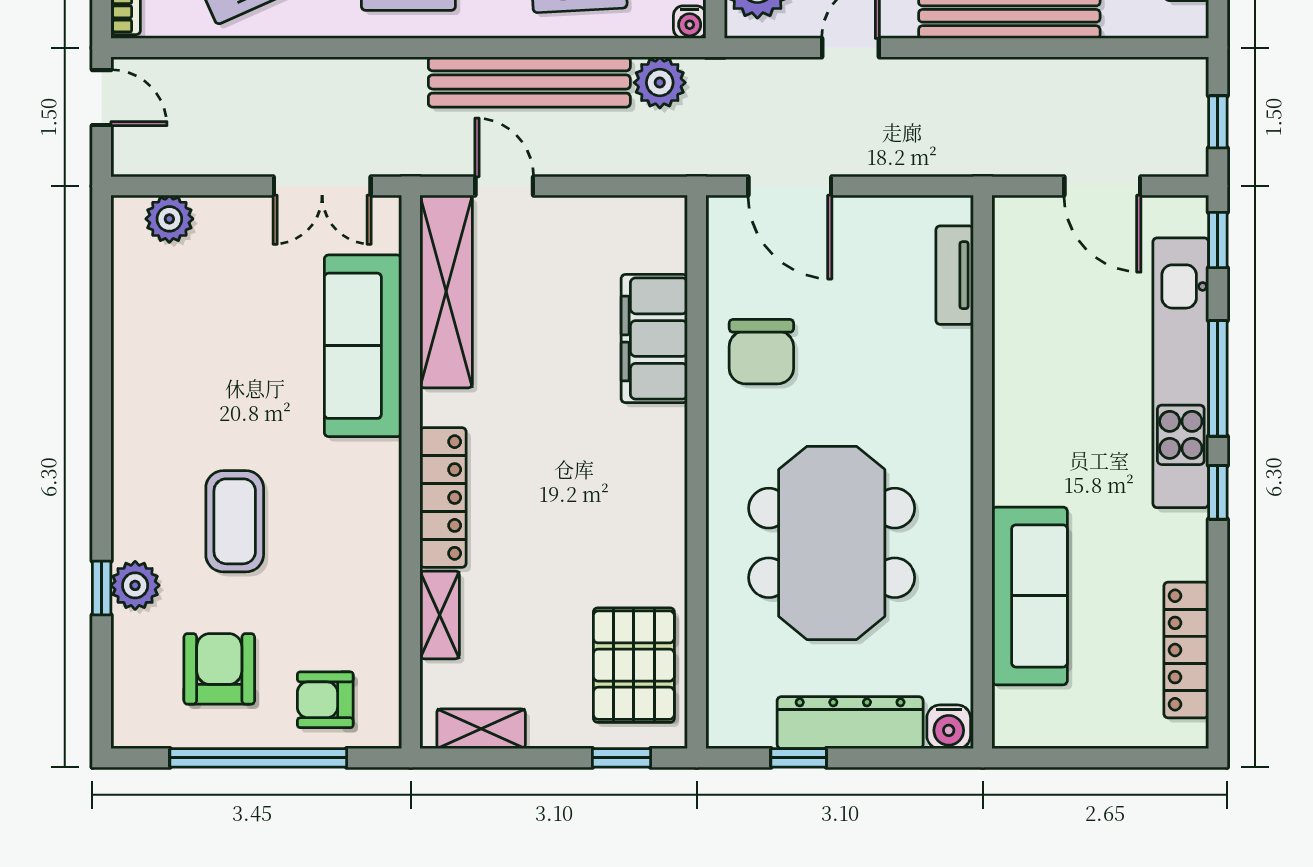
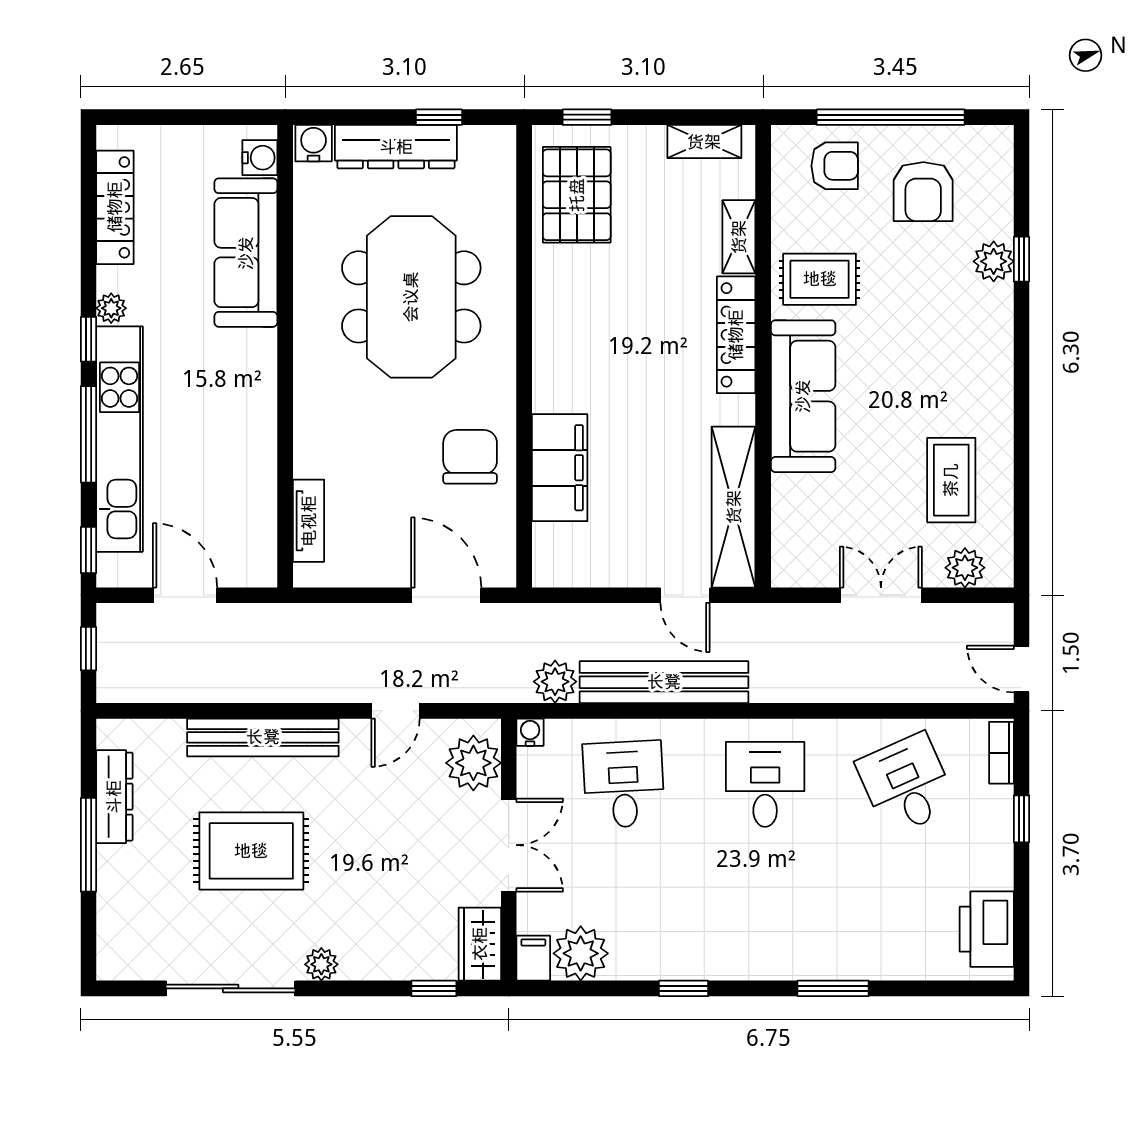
double door: (322, 186) -> (881, 595), moved
sofa: (363, 346) -> (803, 396), moved
coffee table: (235, 521) -> (951, 480), moved
plant: (1191, 529) -> (111, 308), added
rug: (343, 564) -> (820, 279), added
water cooler: (1013, 709) -> (260, 158), added

